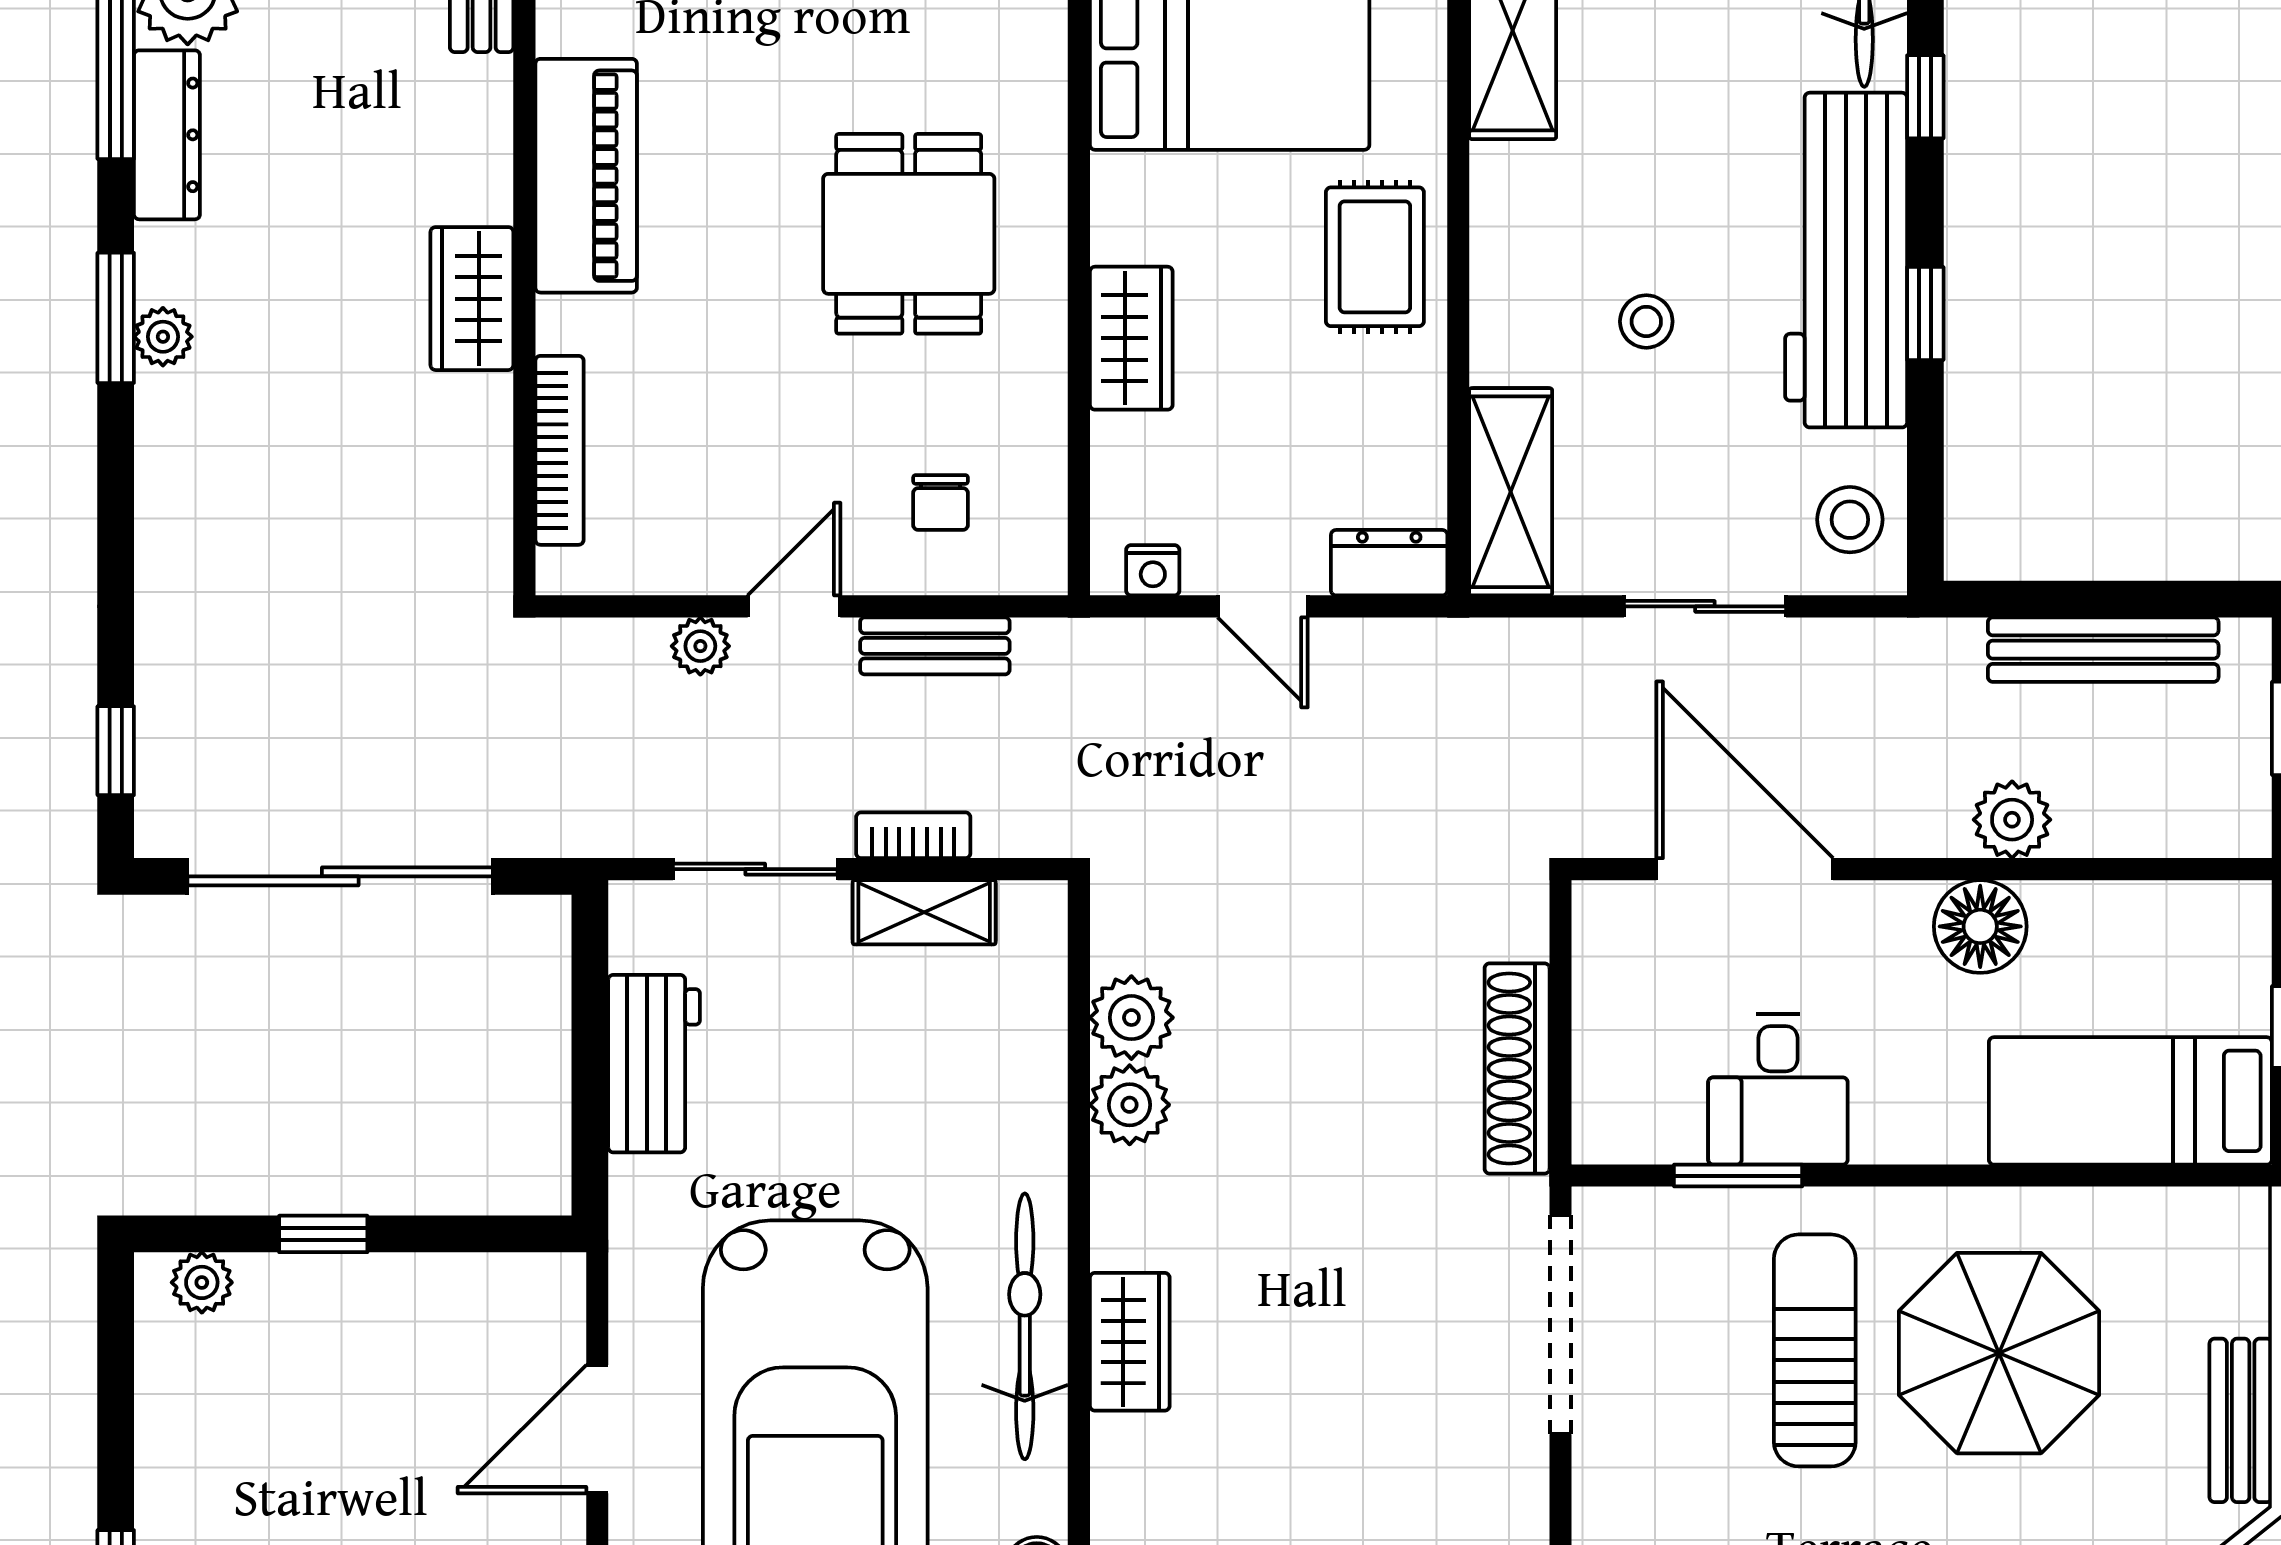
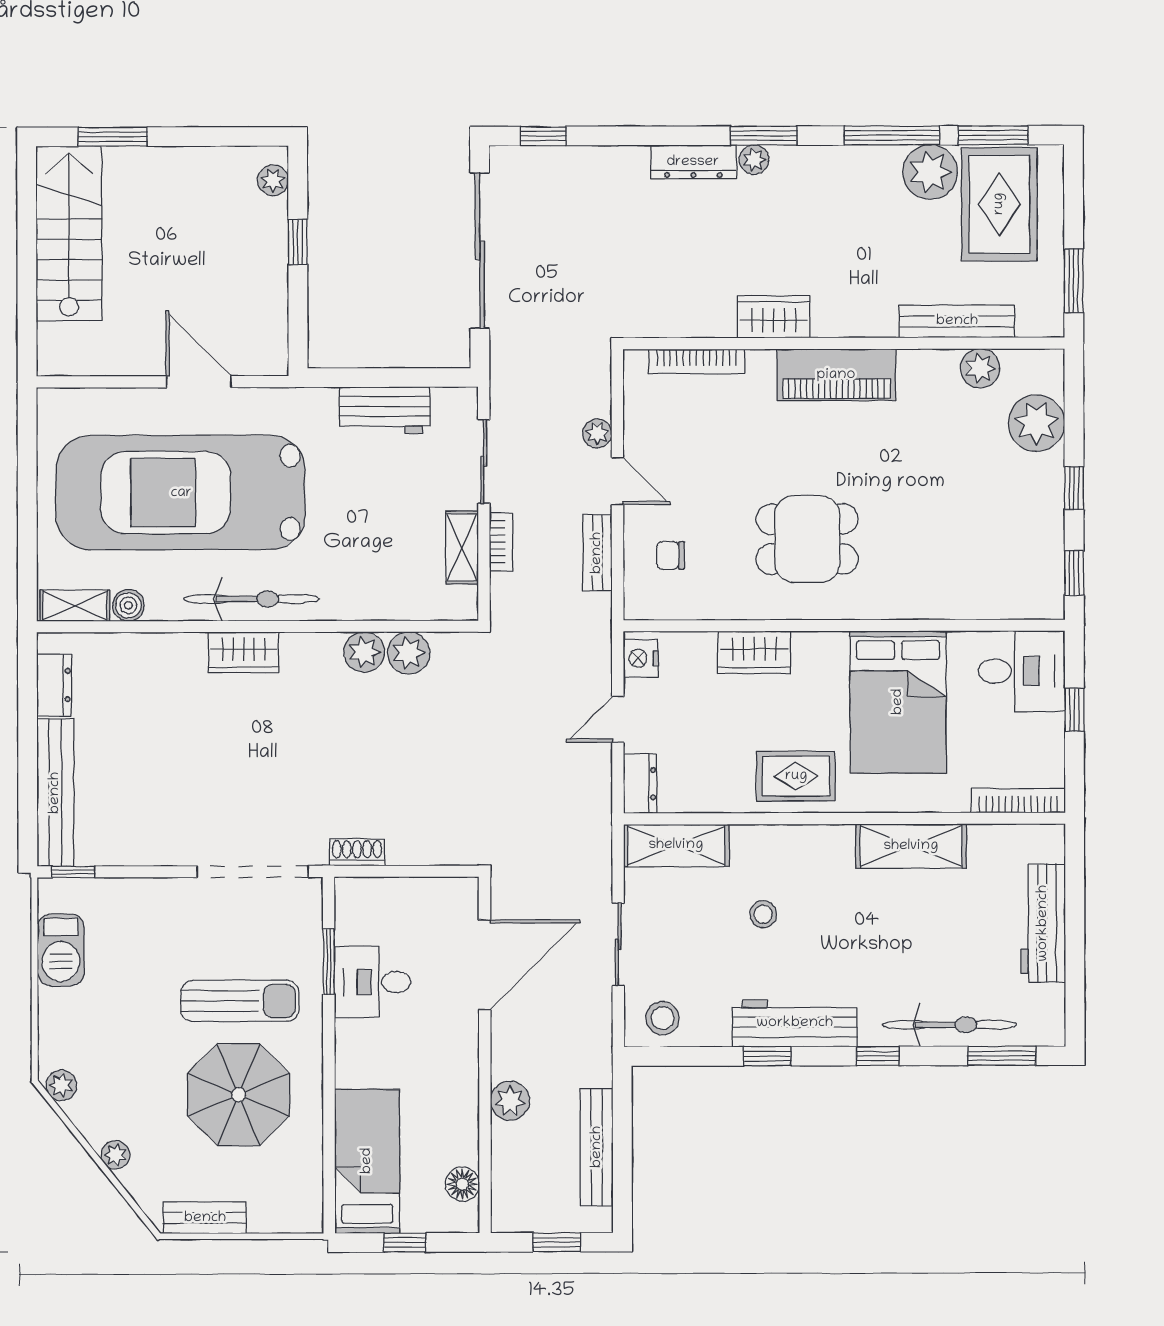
dresser: (167, 135) -> (693, 162), moved
workbench: (1846, 260) -> (795, 1023), width x0.73, depth x0.76
nightstand: (1153, 570) -> (641, 658), width x1.39, depth x1.35
floor lamp: (1980, 926) -> (462, 1184), moved, width x0.73, depth x0.73
shoe rack: (1517, 1068) -> (357, 852), width x0.51, depth x0.81

